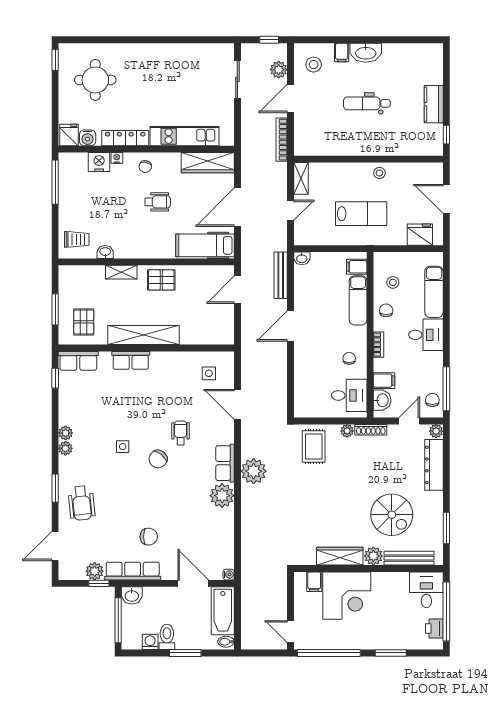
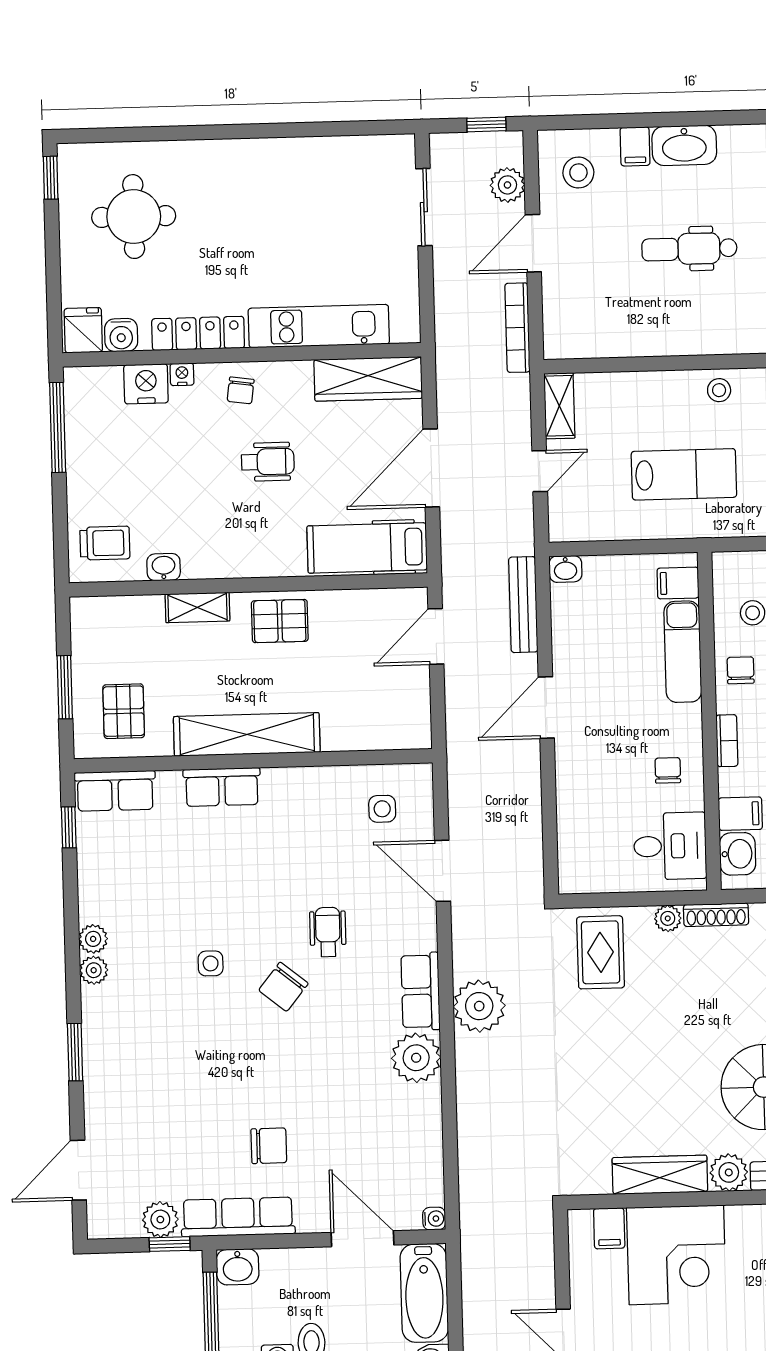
wheelchair: (82, 503) -> (130, 1081), removed

